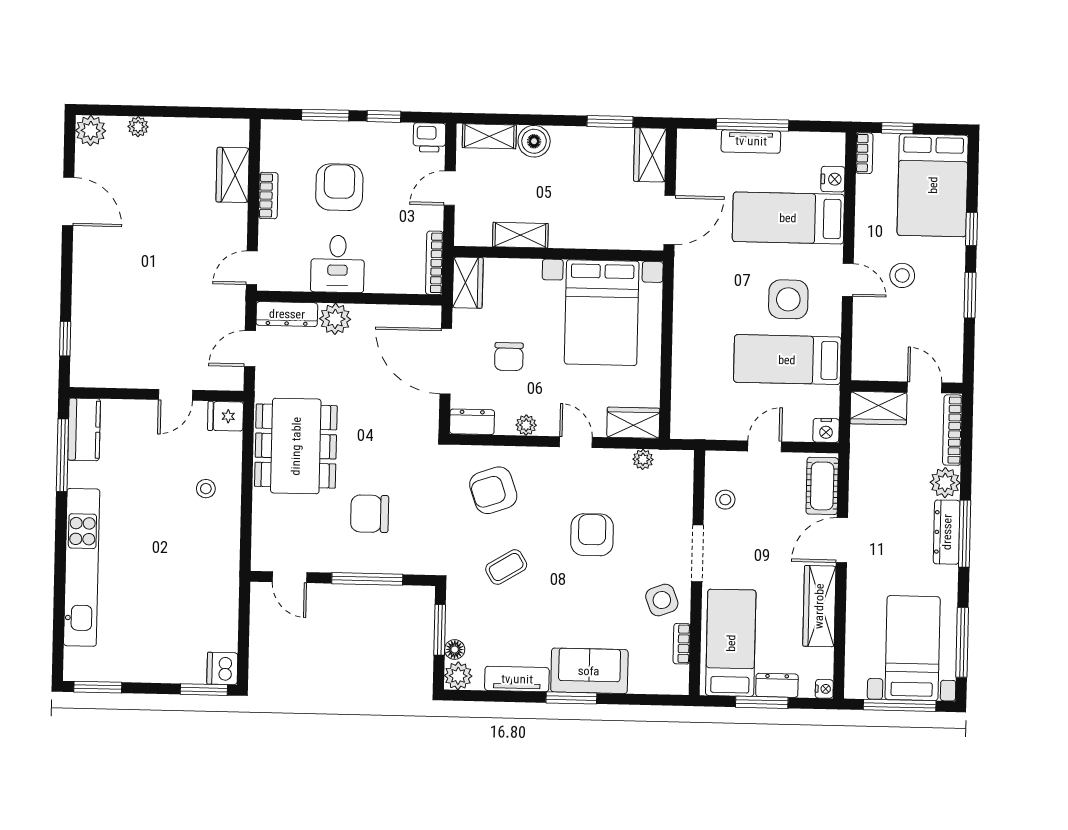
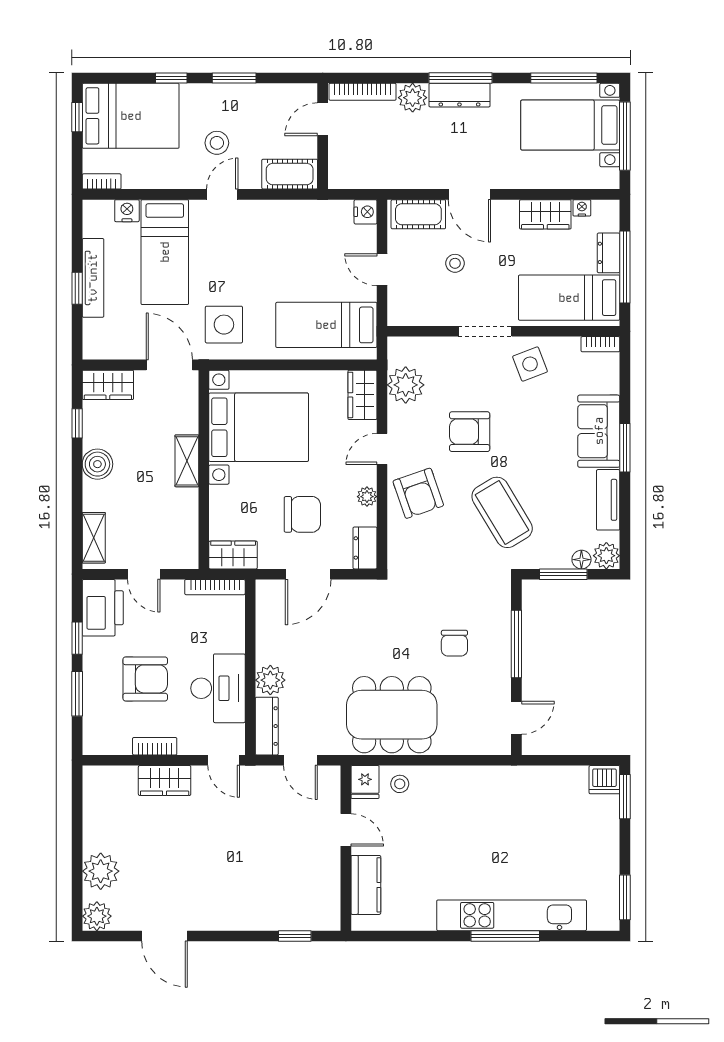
window: (610, 122) -> (77, 423), width x0.67
window: (752, 125) -> (77, 288), width x0.46
plant: (138, 127) -> (101, 871), width x1.87, depth x1.87
window: (897, 128) -> (77, 117), moved
printer: (429, 137) -> (103, 608), width x1.87, depth x1.48
boiler: (534, 141) -> (97, 464), moved
tv unit: (751, 141) -> (93, 278), width x1.41
wardrobe: (233, 175) -> (165, 781), moved
armchair: (339, 187) -> (145, 679), turned 180
door: (68, 201) -> (165, 936), swing flipped
shelving: (520, 235) -> (187, 461), moved
desk: (338, 264) -> (218, 688), width x1.37
side table: (788, 299) -> (224, 325), moved
cot: (868, 351) -> (290, 174), added
chair: (509, 357) -> (302, 514), width x1.37, depth x1.37
bed: (787, 360) -> (326, 325), moved, turned 90
door: (446, 361) -> (308, 574), width x0.73
wardrobe: (879, 408) -> (343, 162), removed
kitchen counter: (84, 429) -> (366, 885), moved, turned 90
window: (62, 455) -> (505, 936), moved
plant: (643, 459) -> (406, 385), width x1.88, depth x1.88
stool: (206, 489) -> (400, 784), moved
armchair: (493, 490) -> (418, 493), moved
stool: (725, 500) -> (455, 263), moved
chair: (370, 514) -> (454, 643), width x0.73, depth x0.73
coffee table: (506, 567) -> (502, 512), width x1.86, depth x1.72
wardrobe: (819, 606) -> (545, 214), width x0.67
bookcase: (682, 644) -> (600, 344), moved
nightstand: (824, 689) -> (582, 208), moved
window: (762, 702) -> (625, 267), width x1.44

